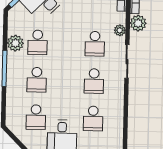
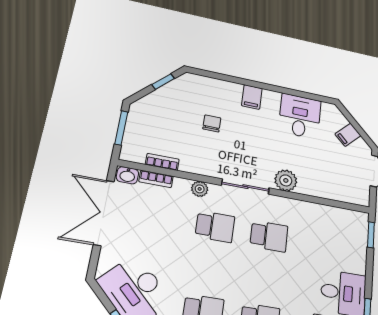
plant: (138, 23) -> (286, 180), moved
school desk: (93, 118) -> (321, 245), removed

